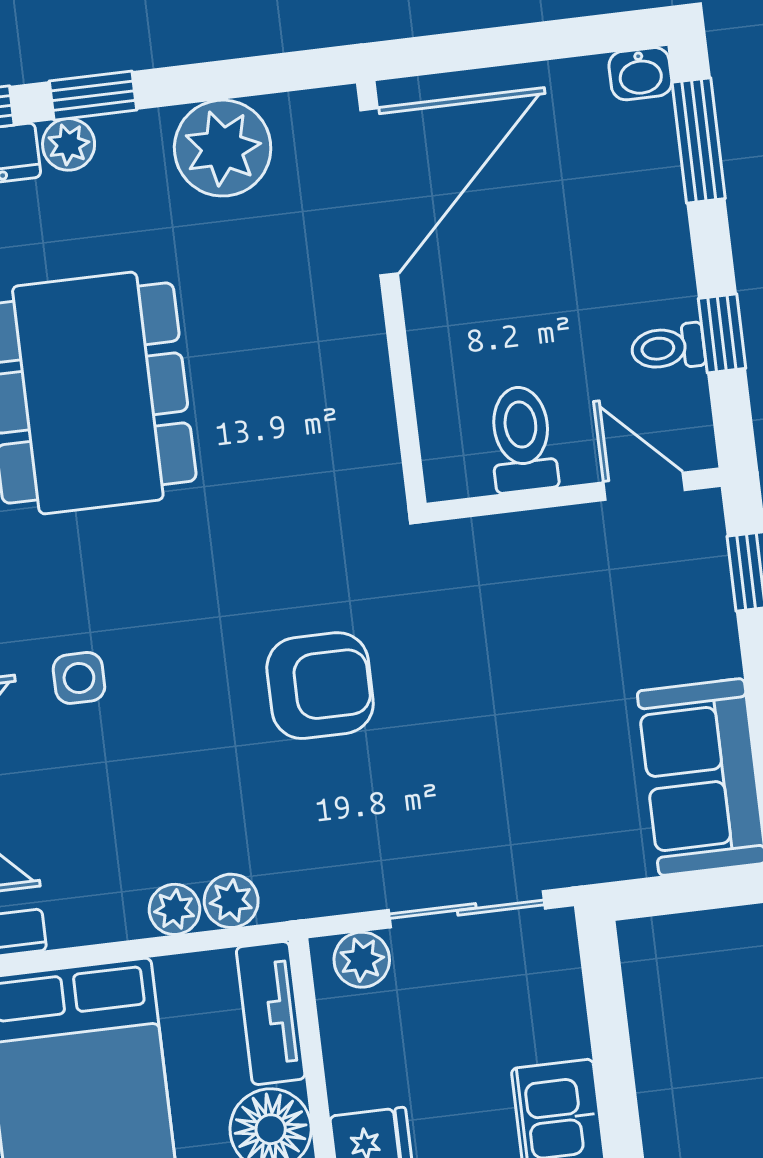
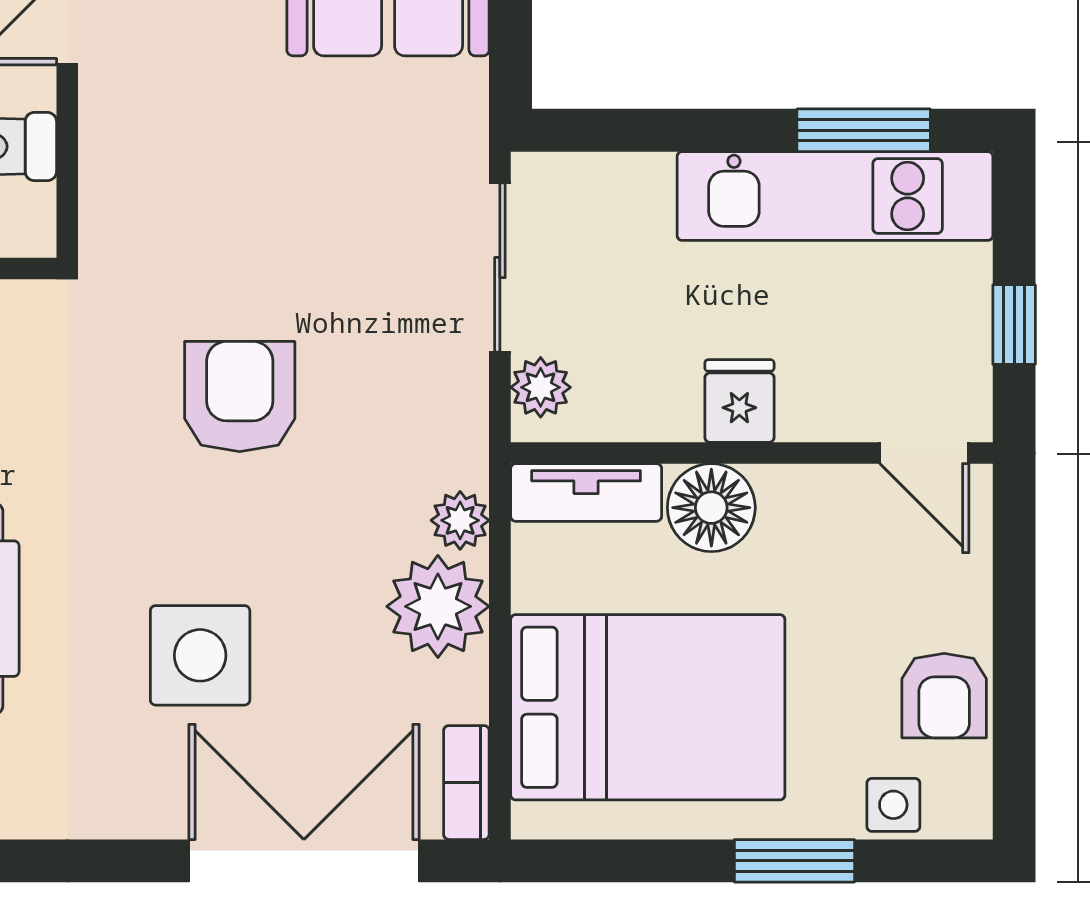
side table: (79, 678) -> (200, 655), width x1.87, depth x1.87
plant: (174, 909) -> (438, 606), width x1.88, depth x1.88

